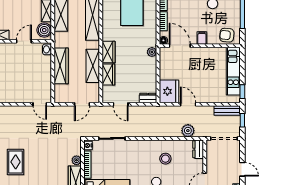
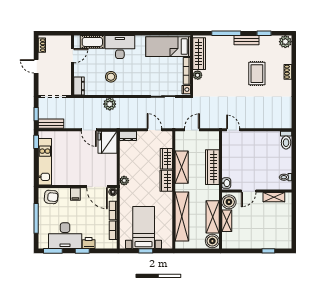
plant: (188, 131) -> (110, 104), moved

